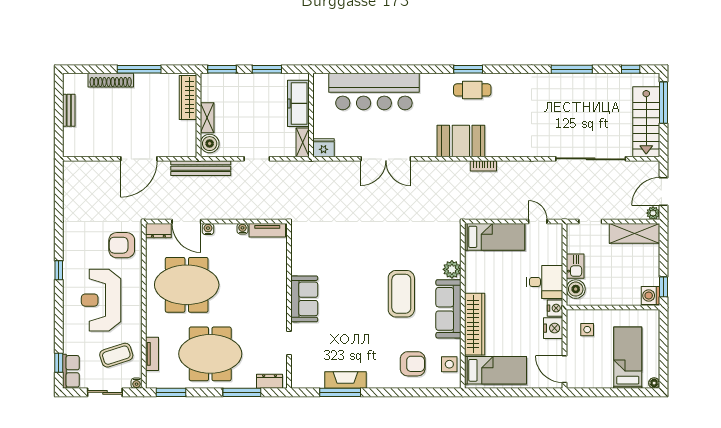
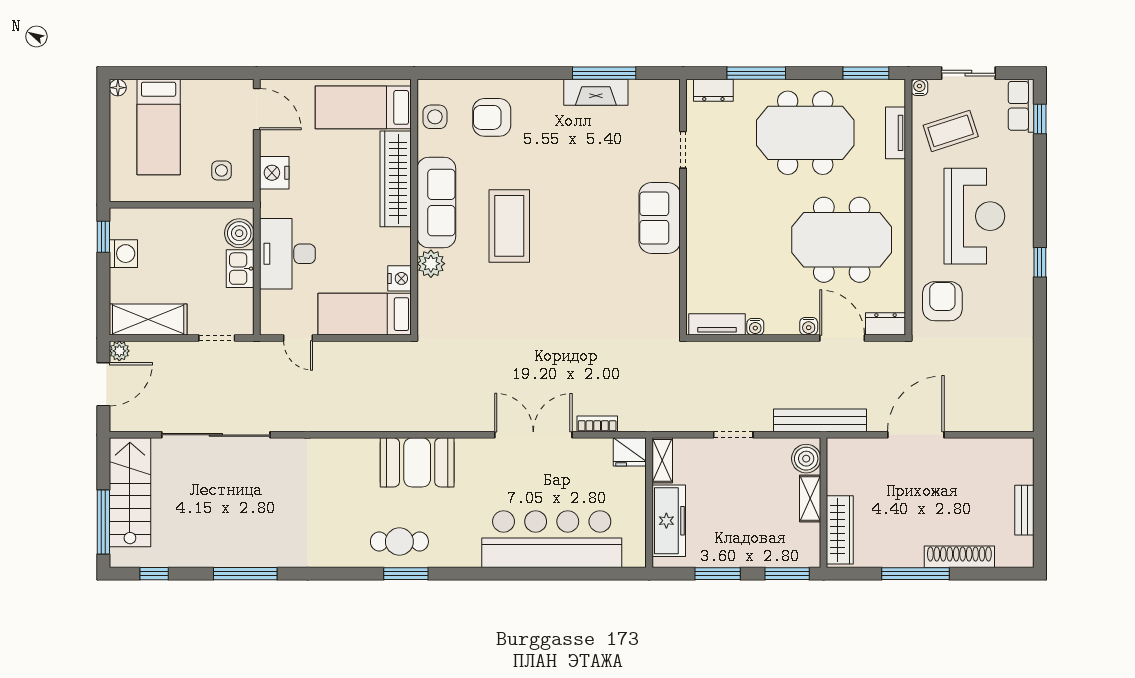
bookcase: (483, 166) -> (597, 424), moved
armchair: (122, 245) -> (942, 301), turned -90
desk: (545, 282) -> (287, 254), width x1.37
washing machine: (650, 296) -> (123, 254), moved
nightstand: (555, 308) -> (400, 278), moved, turned 180

